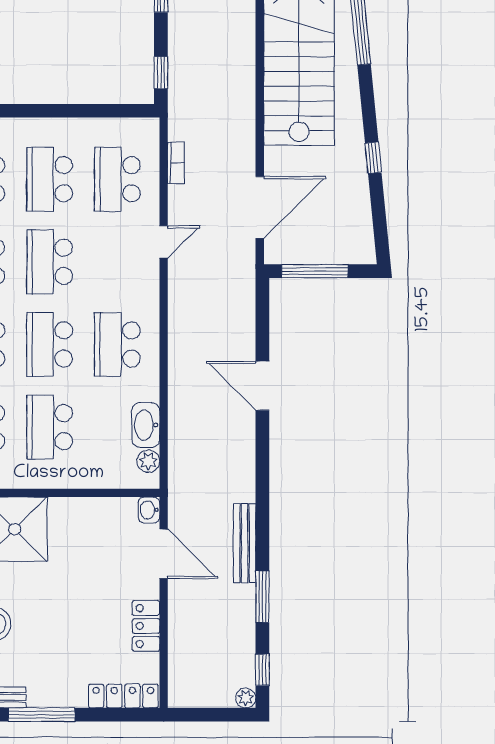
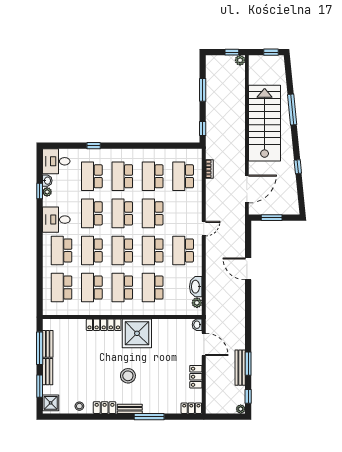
door: (164, 242) -> (204, 229), moved
window: (315, 271) -> (272, 218), width x0.69
bench: (245, 543) -> (240, 368), moved
locker: (123, 696) -> (191, 408), width x0.66

